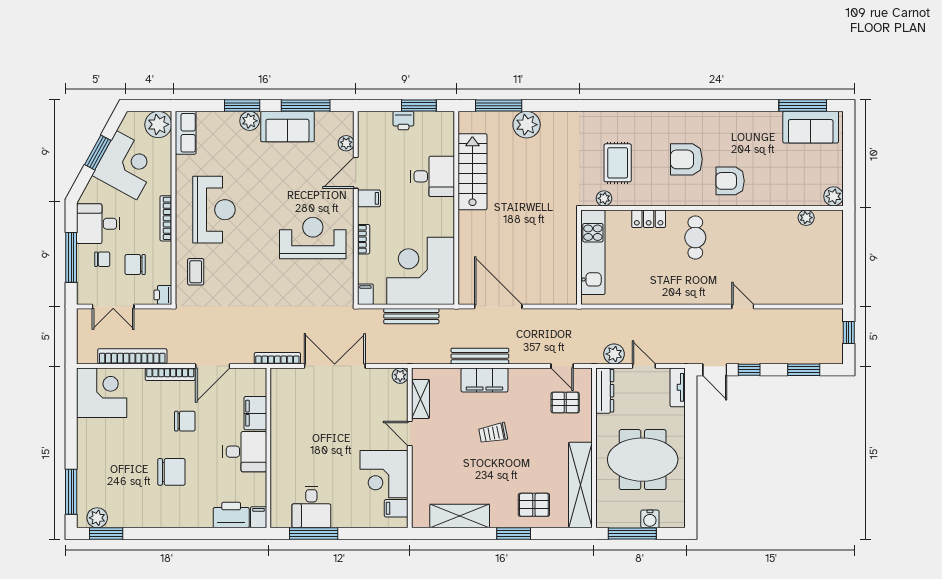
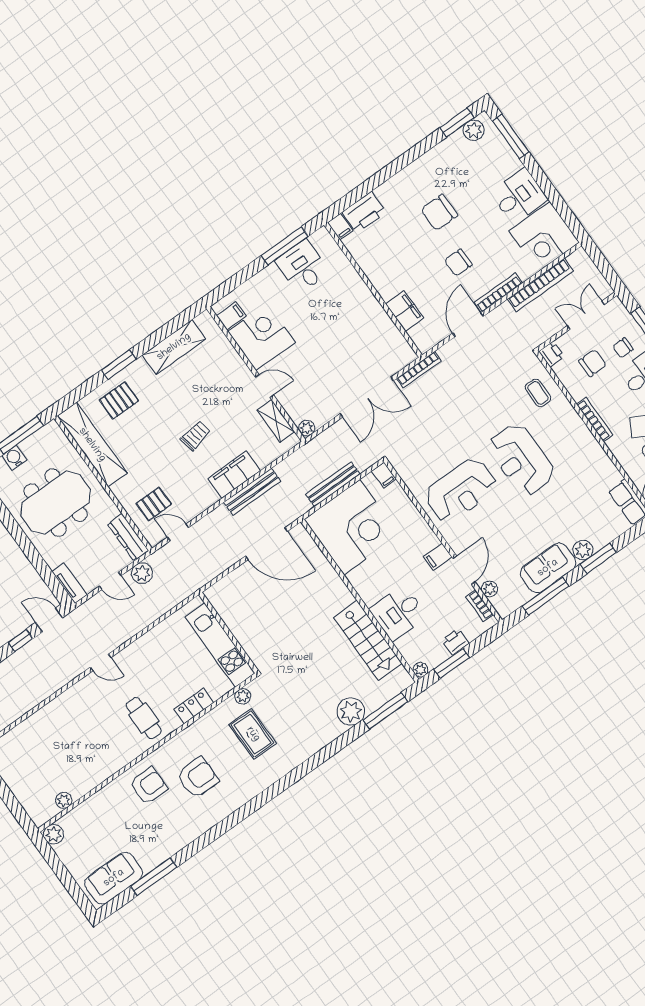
window: (803, 106) -> (154, 877), moved
plant: (447, 118) -> (420, 670), added
reception desk: (214, 210) -> (521, 460), moved
bookcase: (364, 239) -> (480, 606), moved
door: (743, 306) -> (101, 662), moved
desk: (245, 452) -> (519, 196), moved, turned 180

